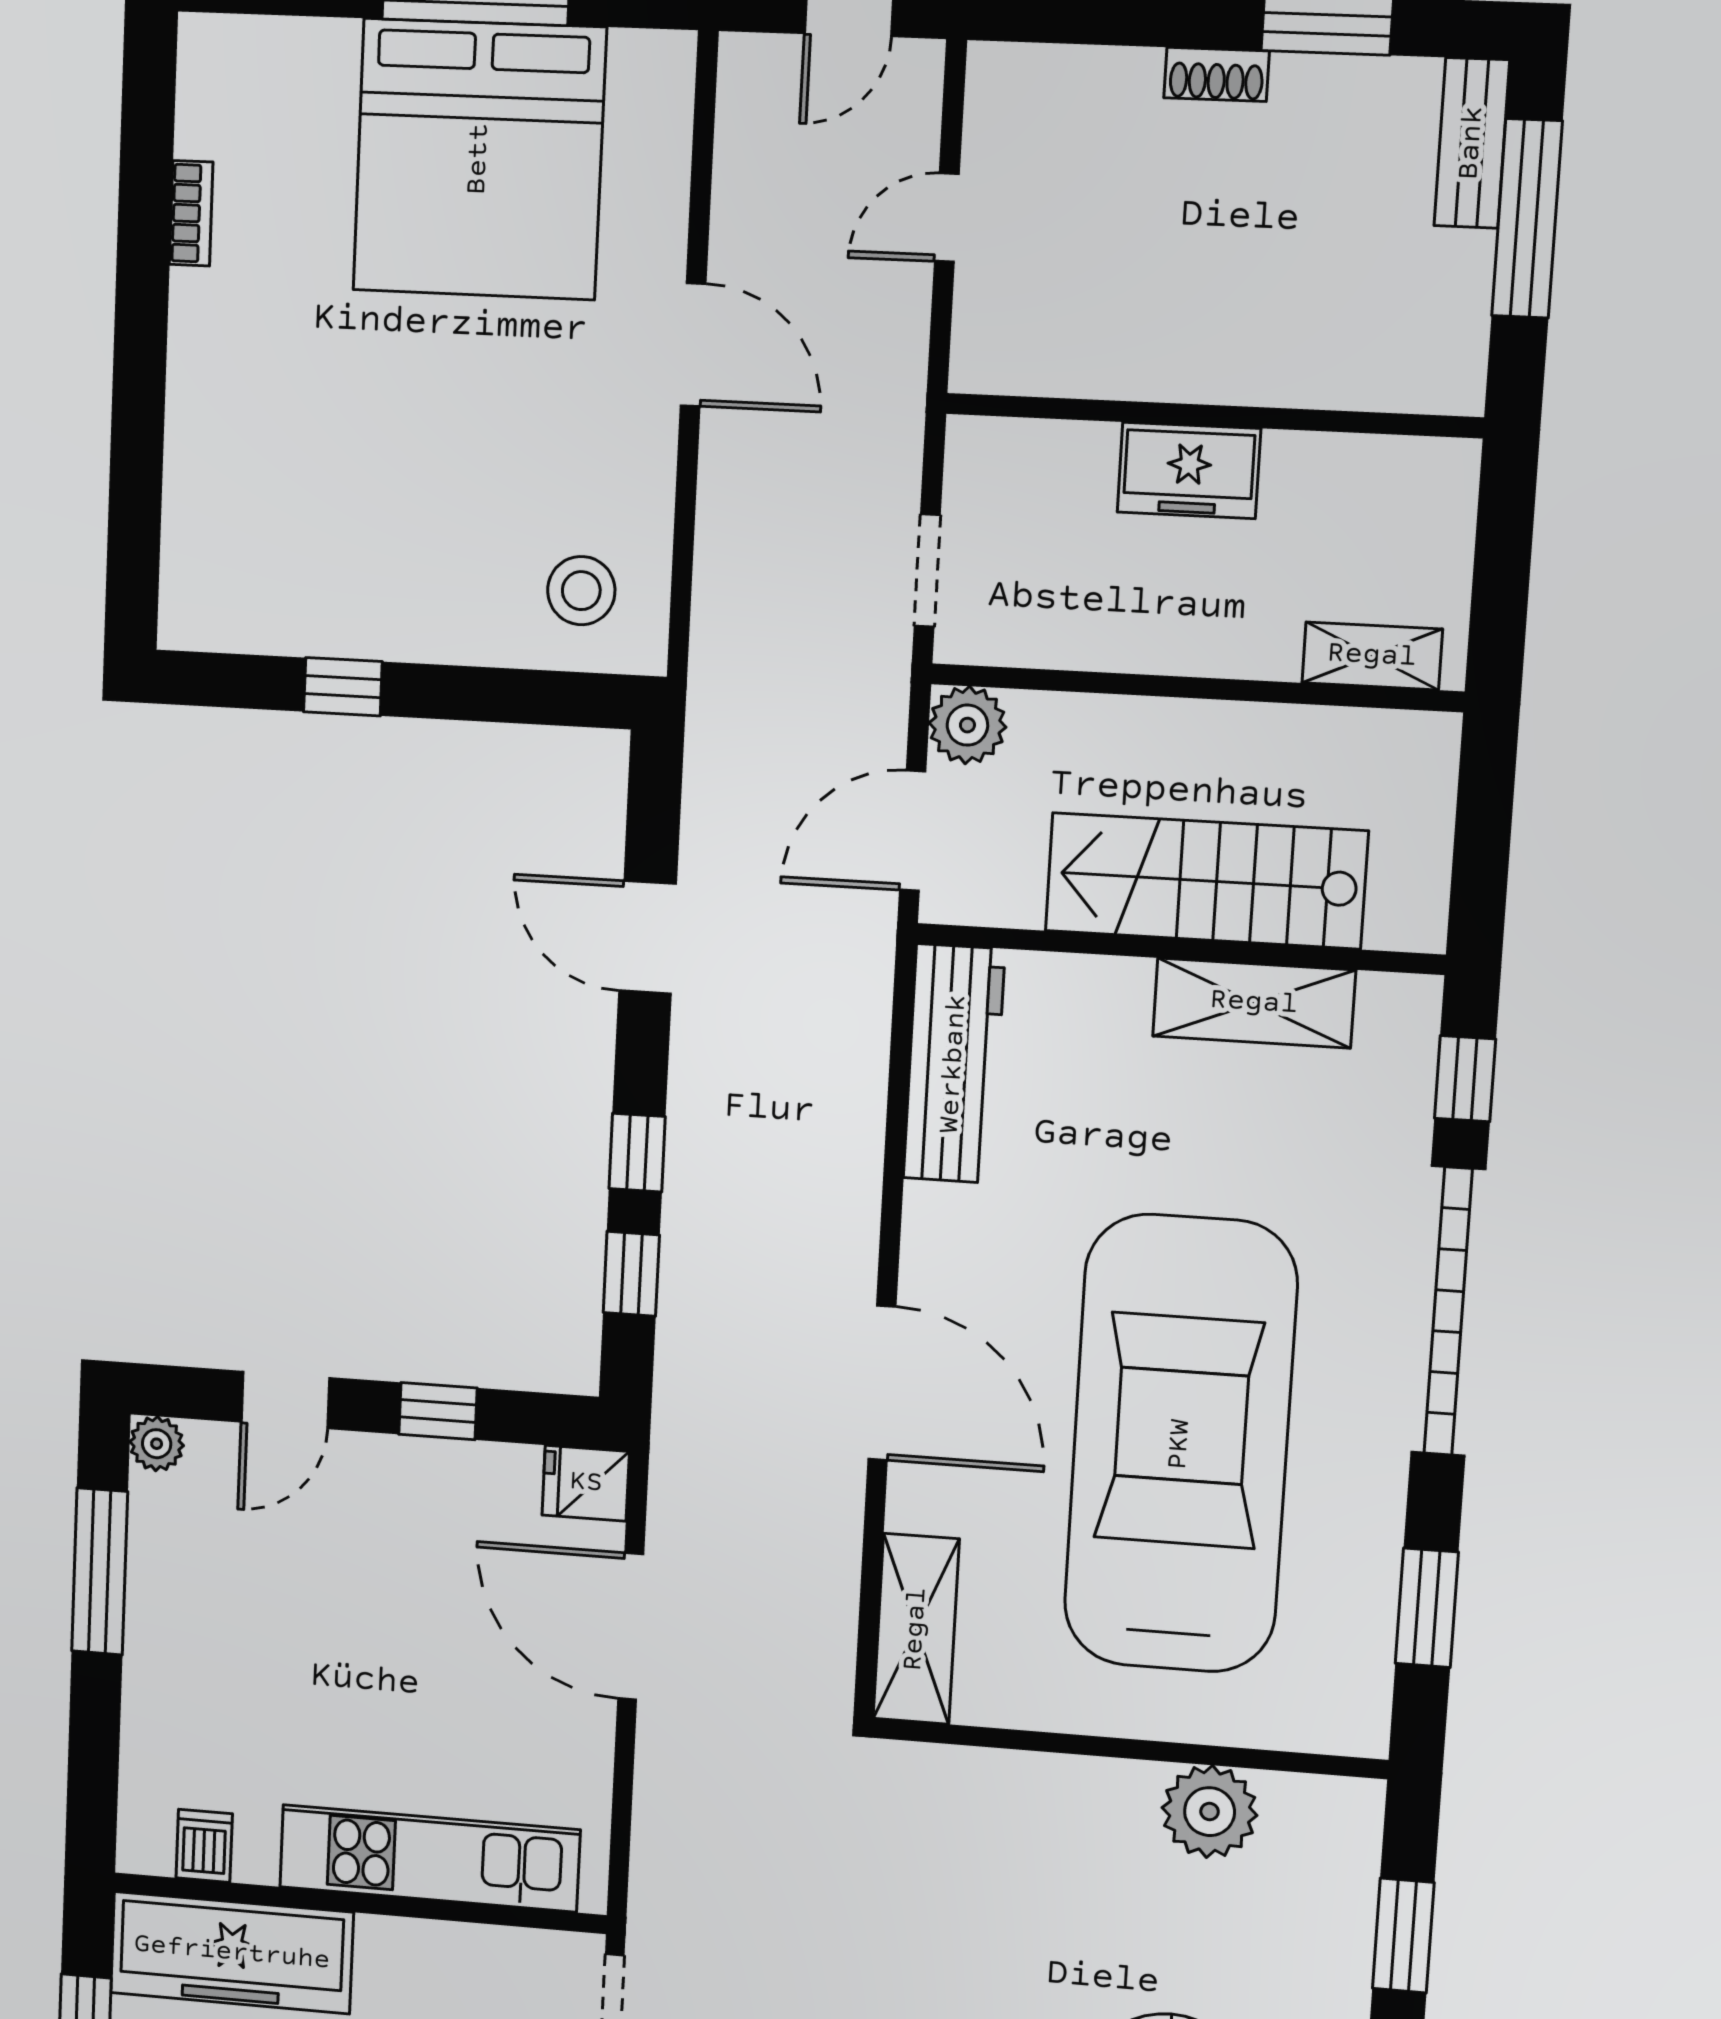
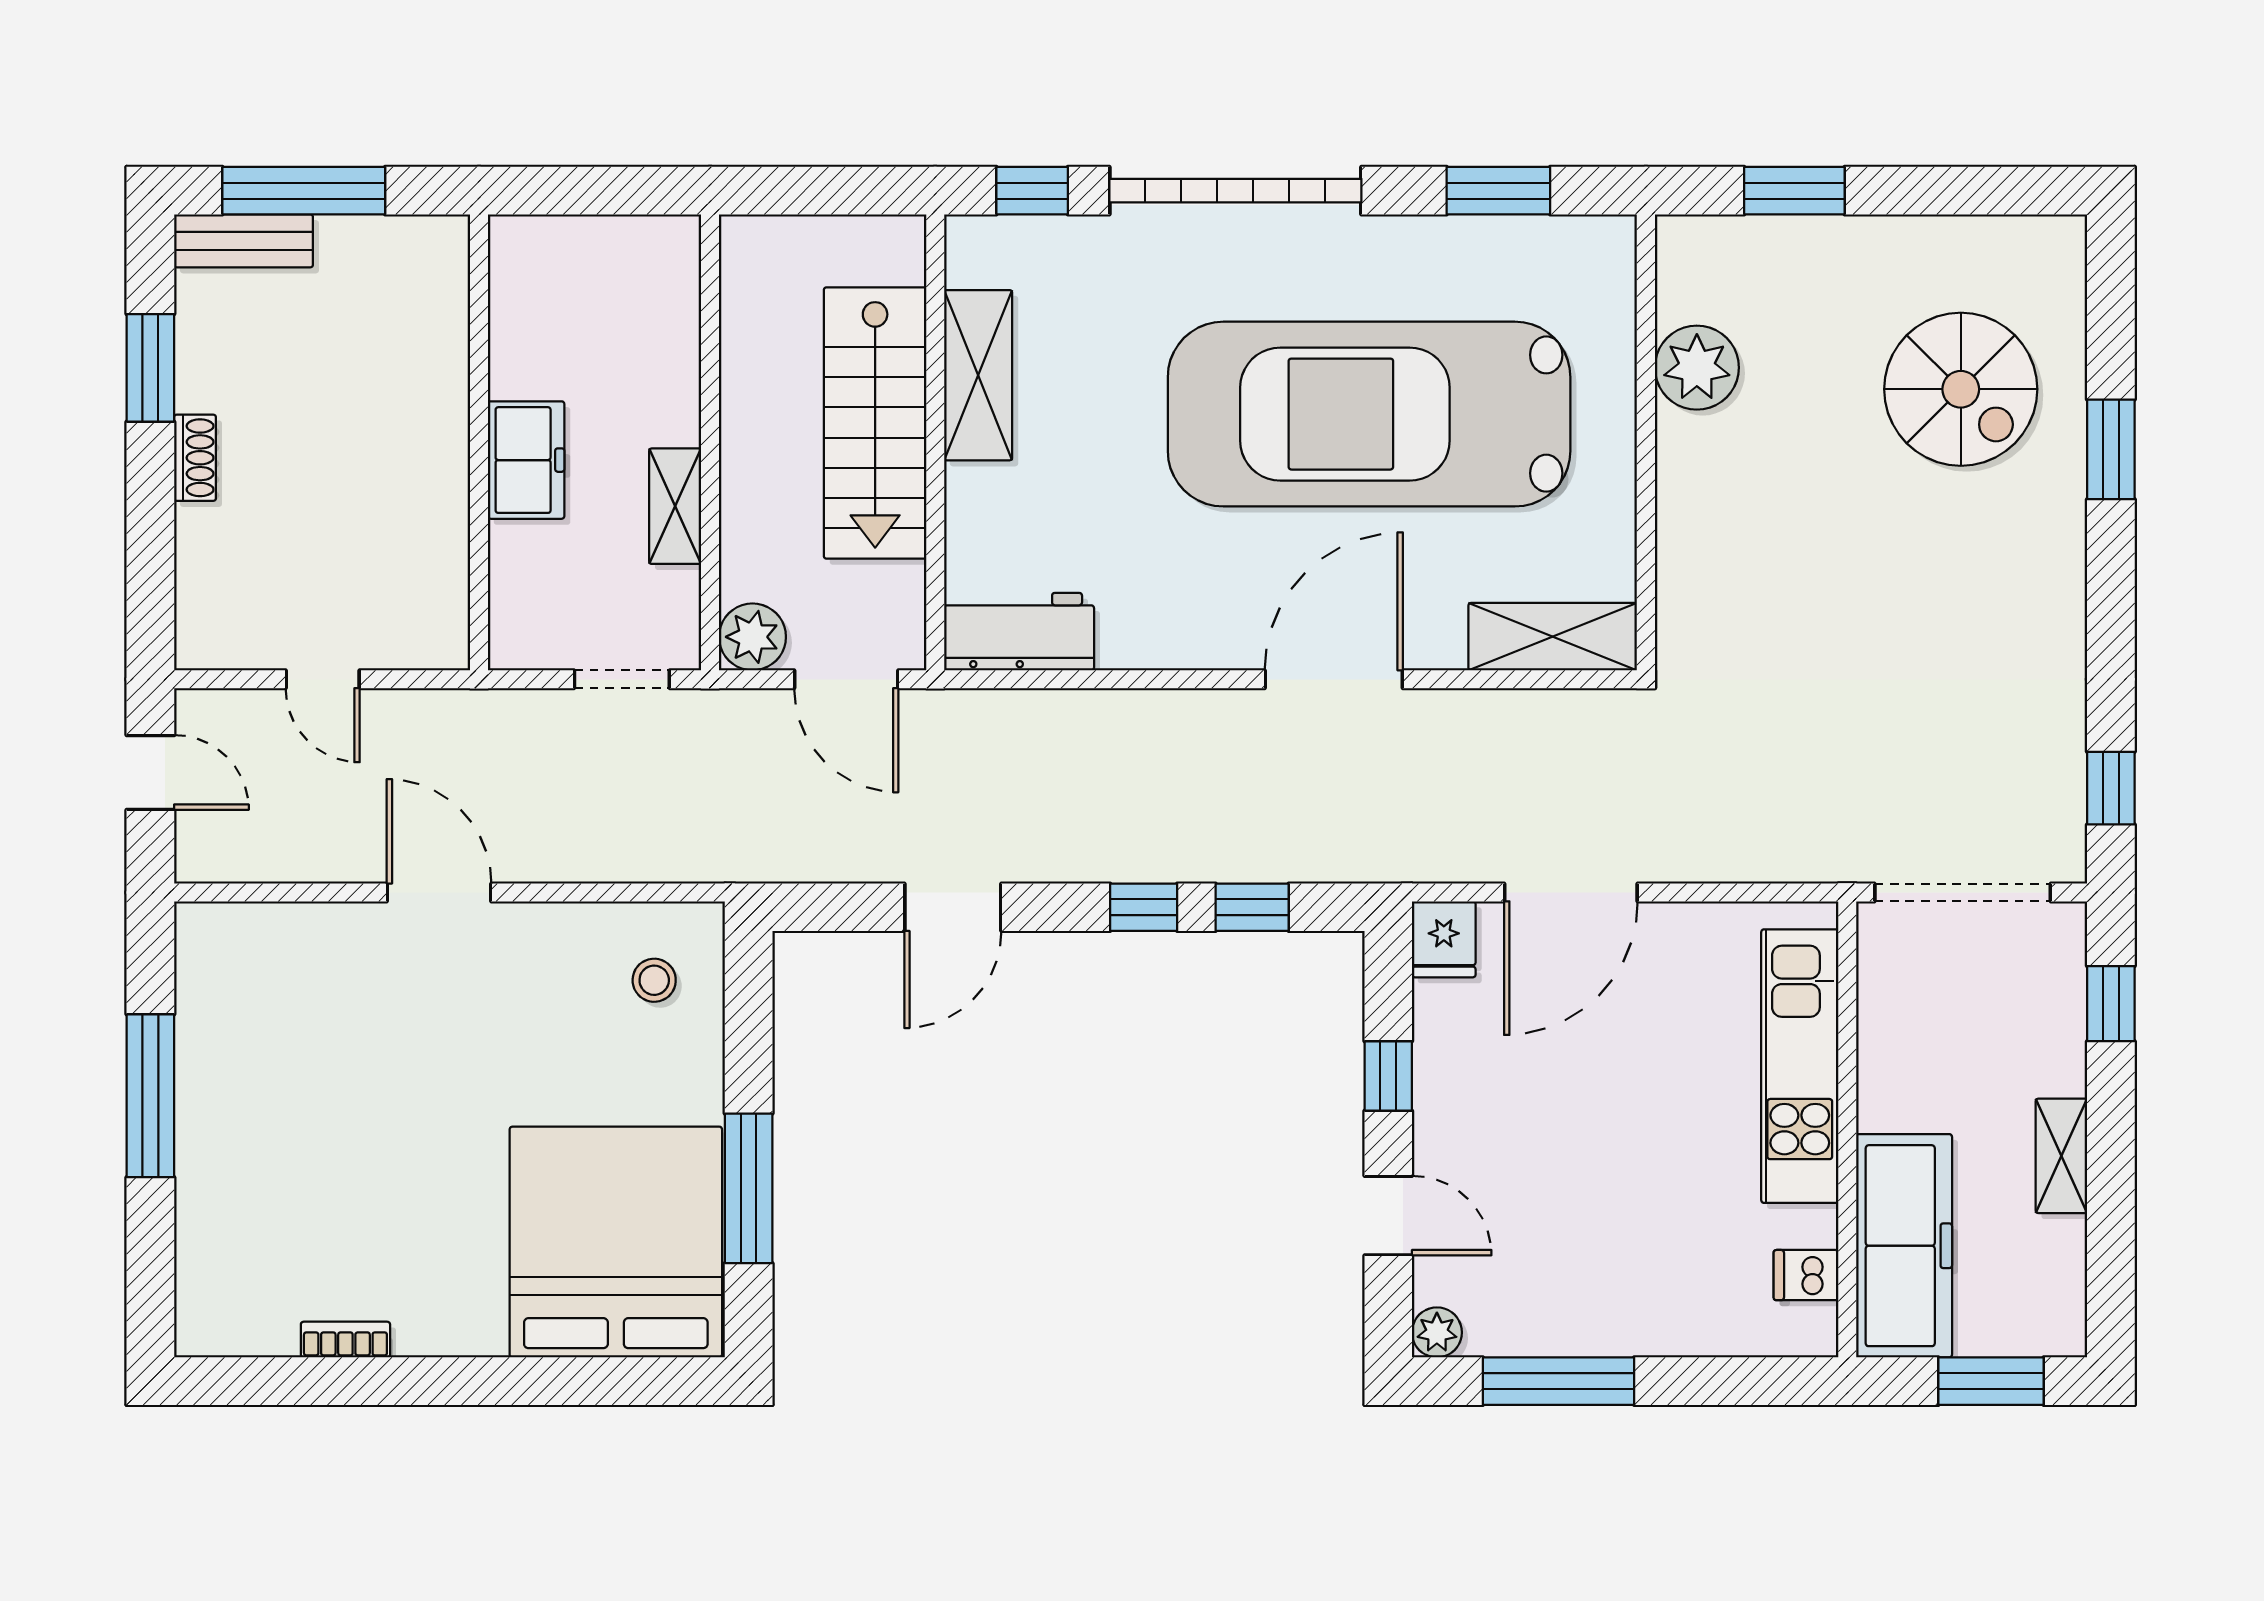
bed: (479, 159) -> (616, 1242), moved, turned -90
door: (693, 345) -> (439, 892), hinge flipped
stool: (581, 591) -> (654, 980), width x0.73, depth x0.73
shelving: (1372, 656) -> (675, 506), moved
window: (343, 687) -> (749, 1188), width x2.17
workbench: (954, 1064) -> (1019, 632), width x0.73

